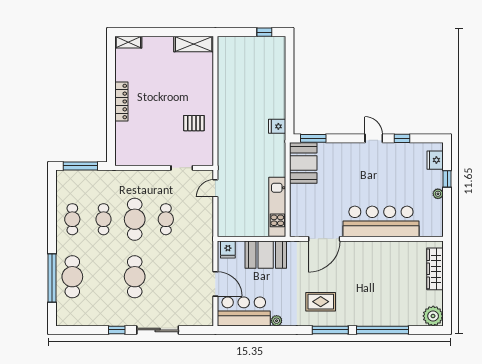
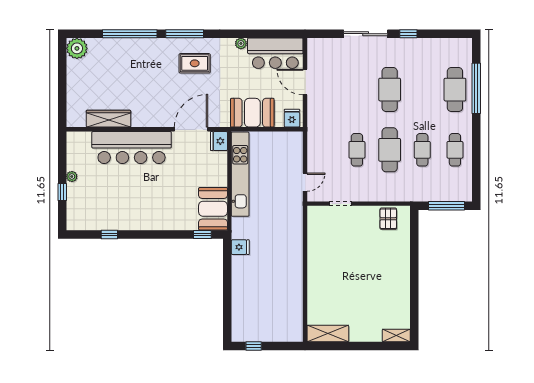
locker: (121, 101) -> (403, 273), removed
pallet: (194, 123) -> (388, 219), moved, turned 90
window: (313, 138) -> (202, 235), width x0.67
door: (374, 138) -> (139, 235), removed
fridge: (435, 160) -> (219, 141), moved, turned 180
kitchen unit: (277, 207) -> (240, 174), width x1.36
wardrobe: (435, 269) -> (108, 119), moved, turned -90

